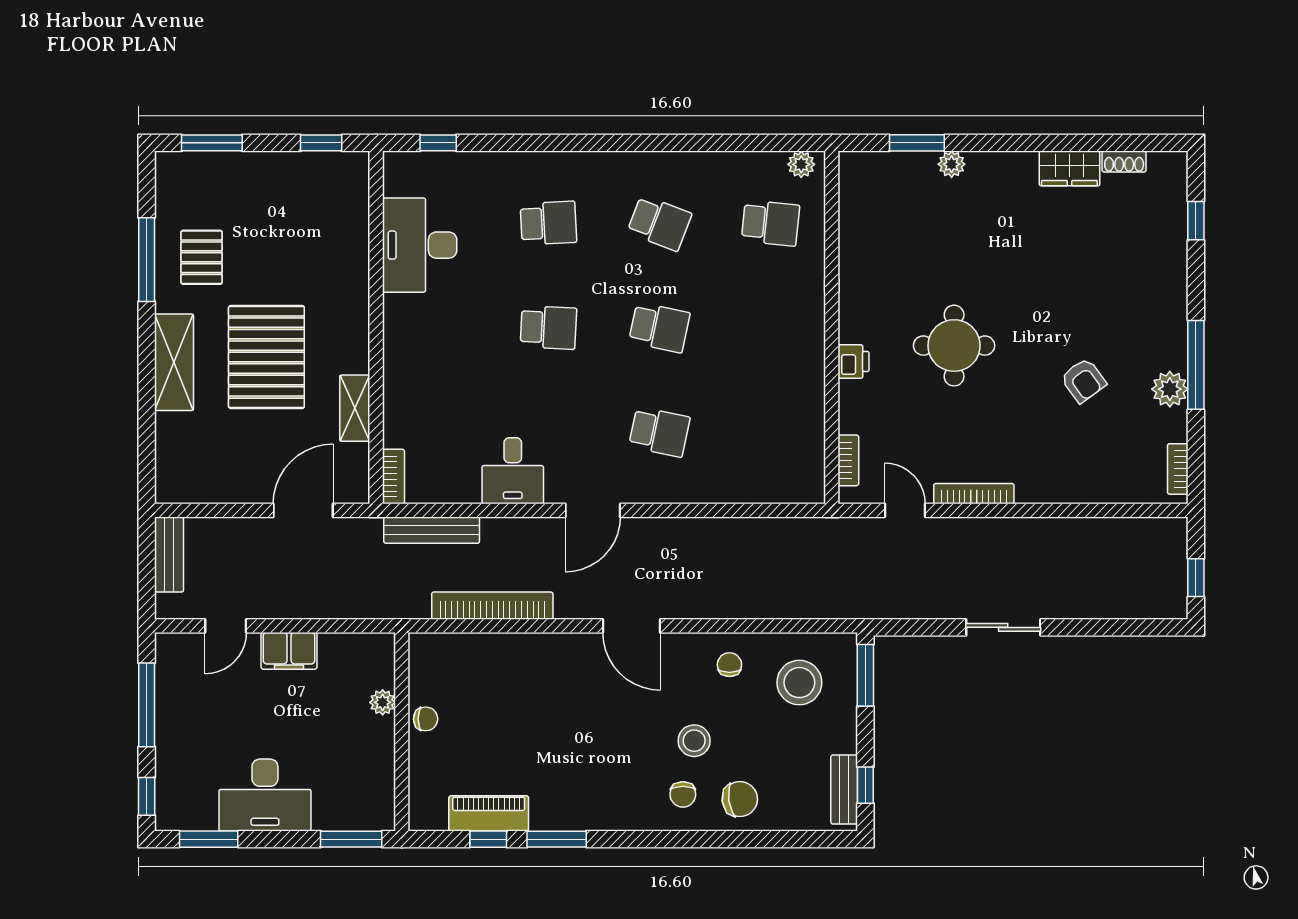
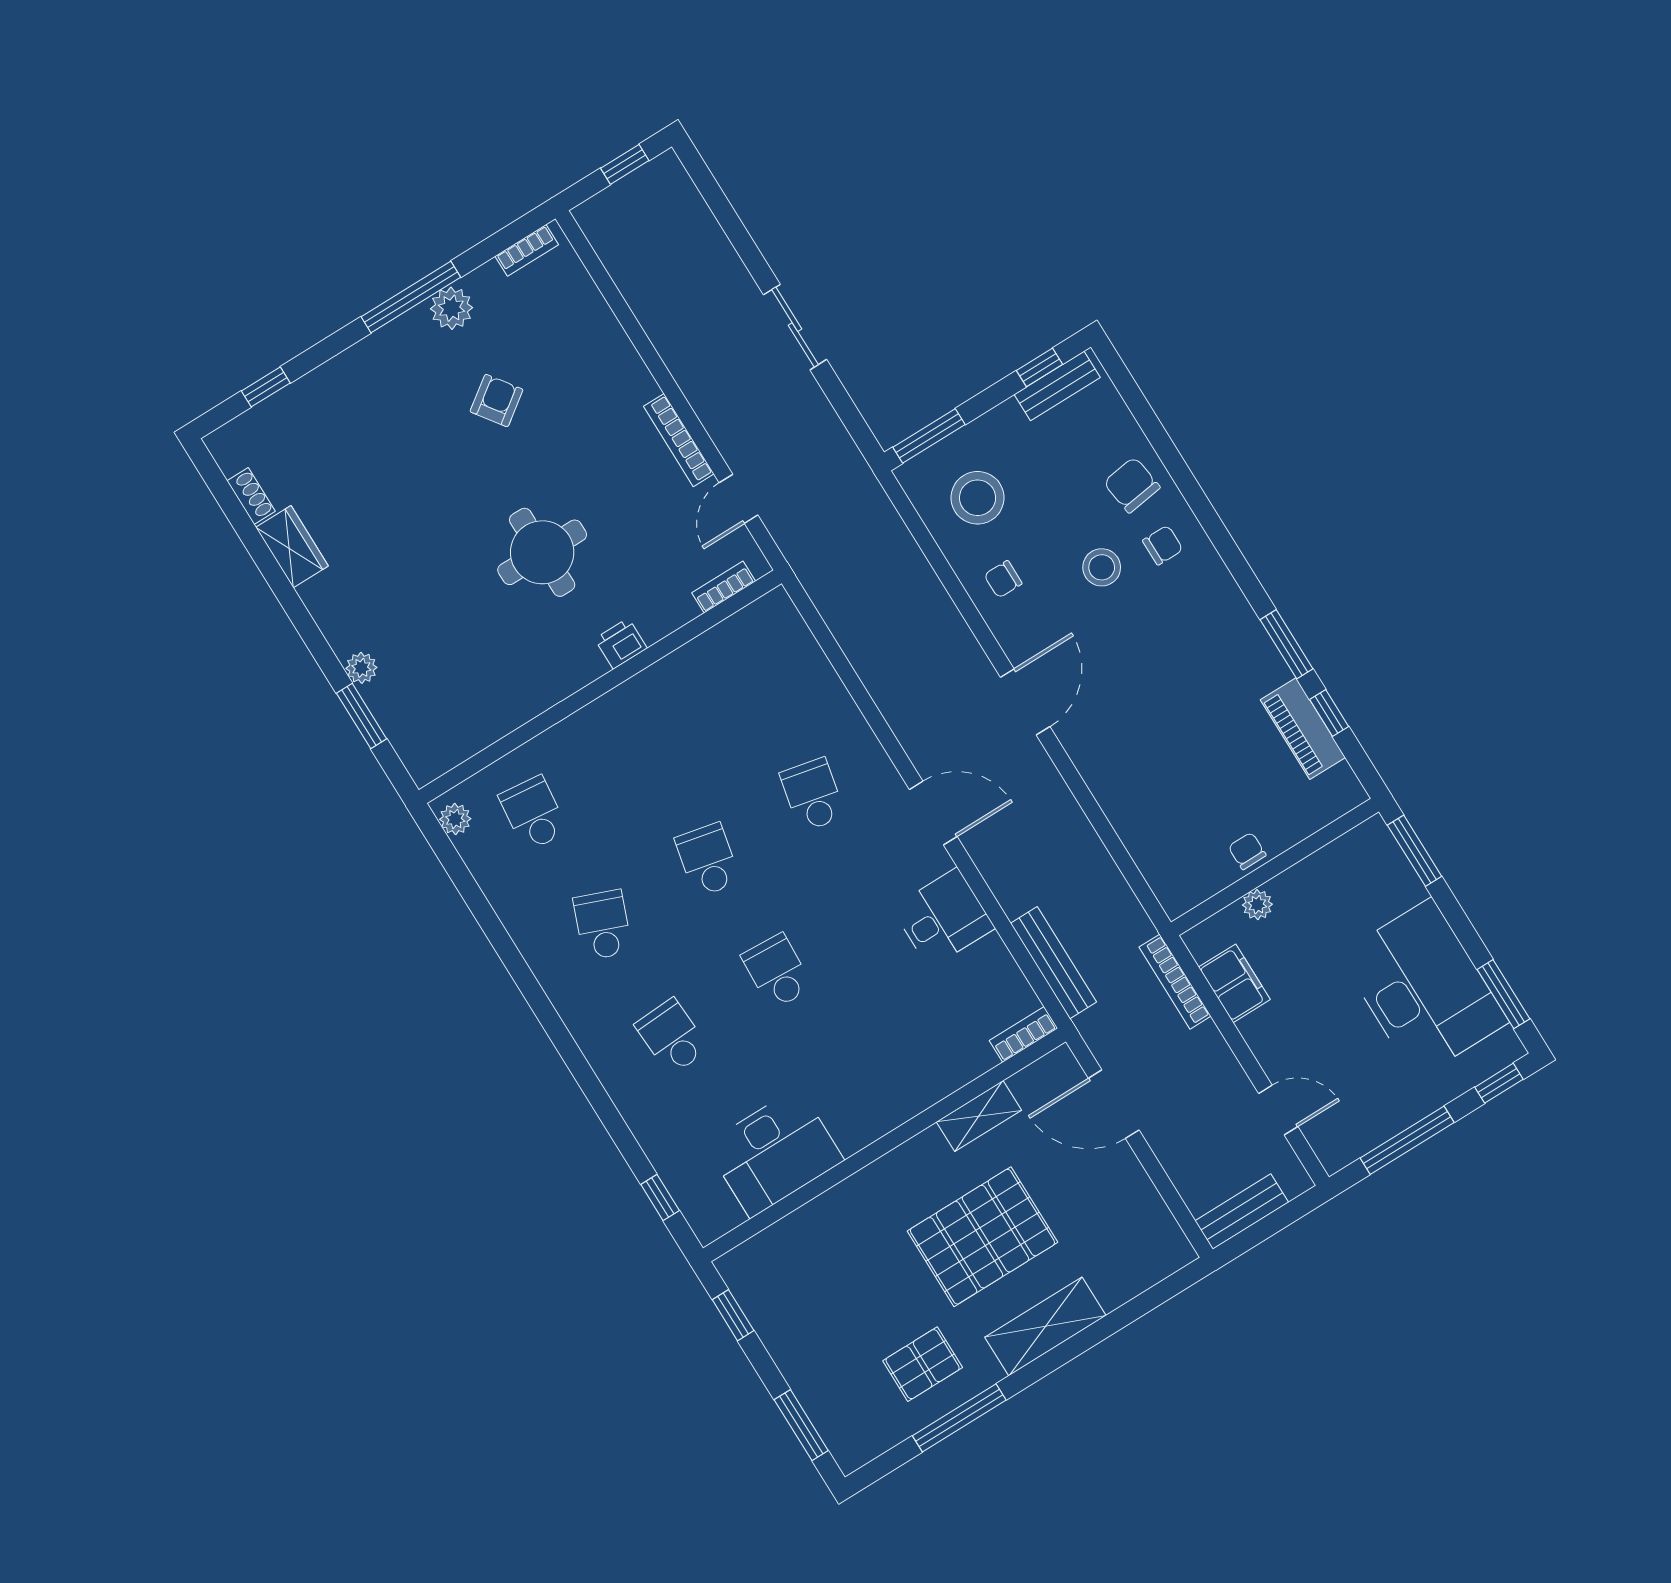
bookcase: (492, 606) -> (1175, 982), moved, width x0.68, depth x0.76
filing cabinet: (289, 651) -> (1234, 983), moved
desk: (265, 795) -> (1424, 989), width x1.36, depth x1.30

